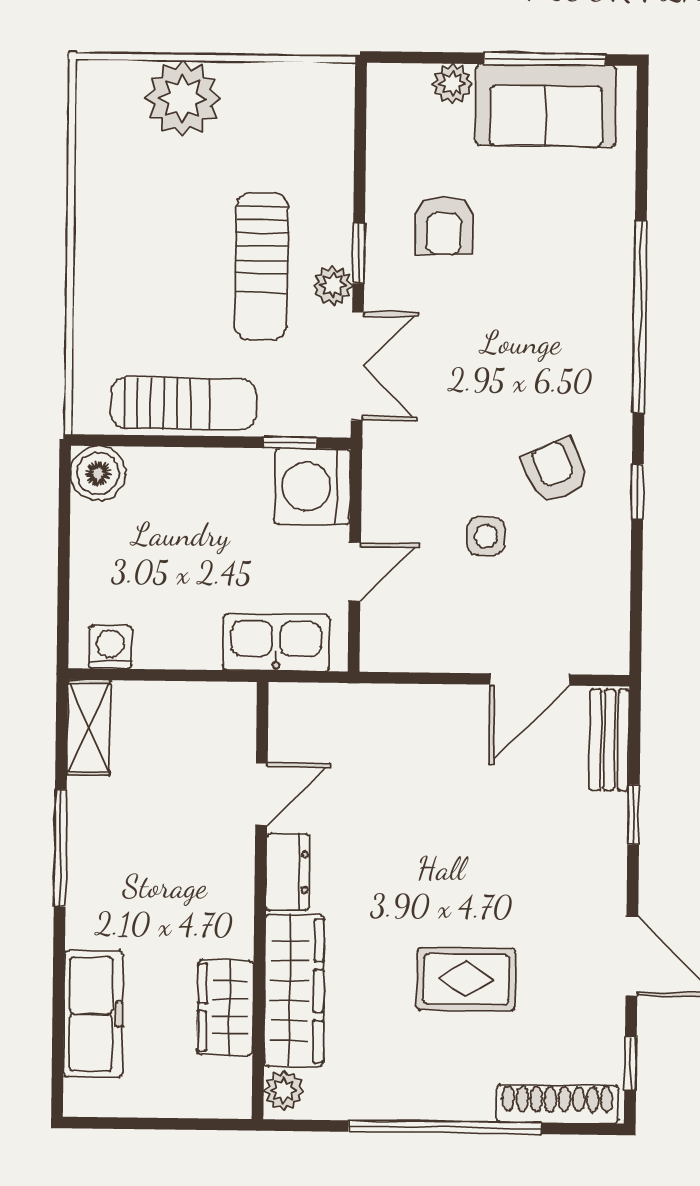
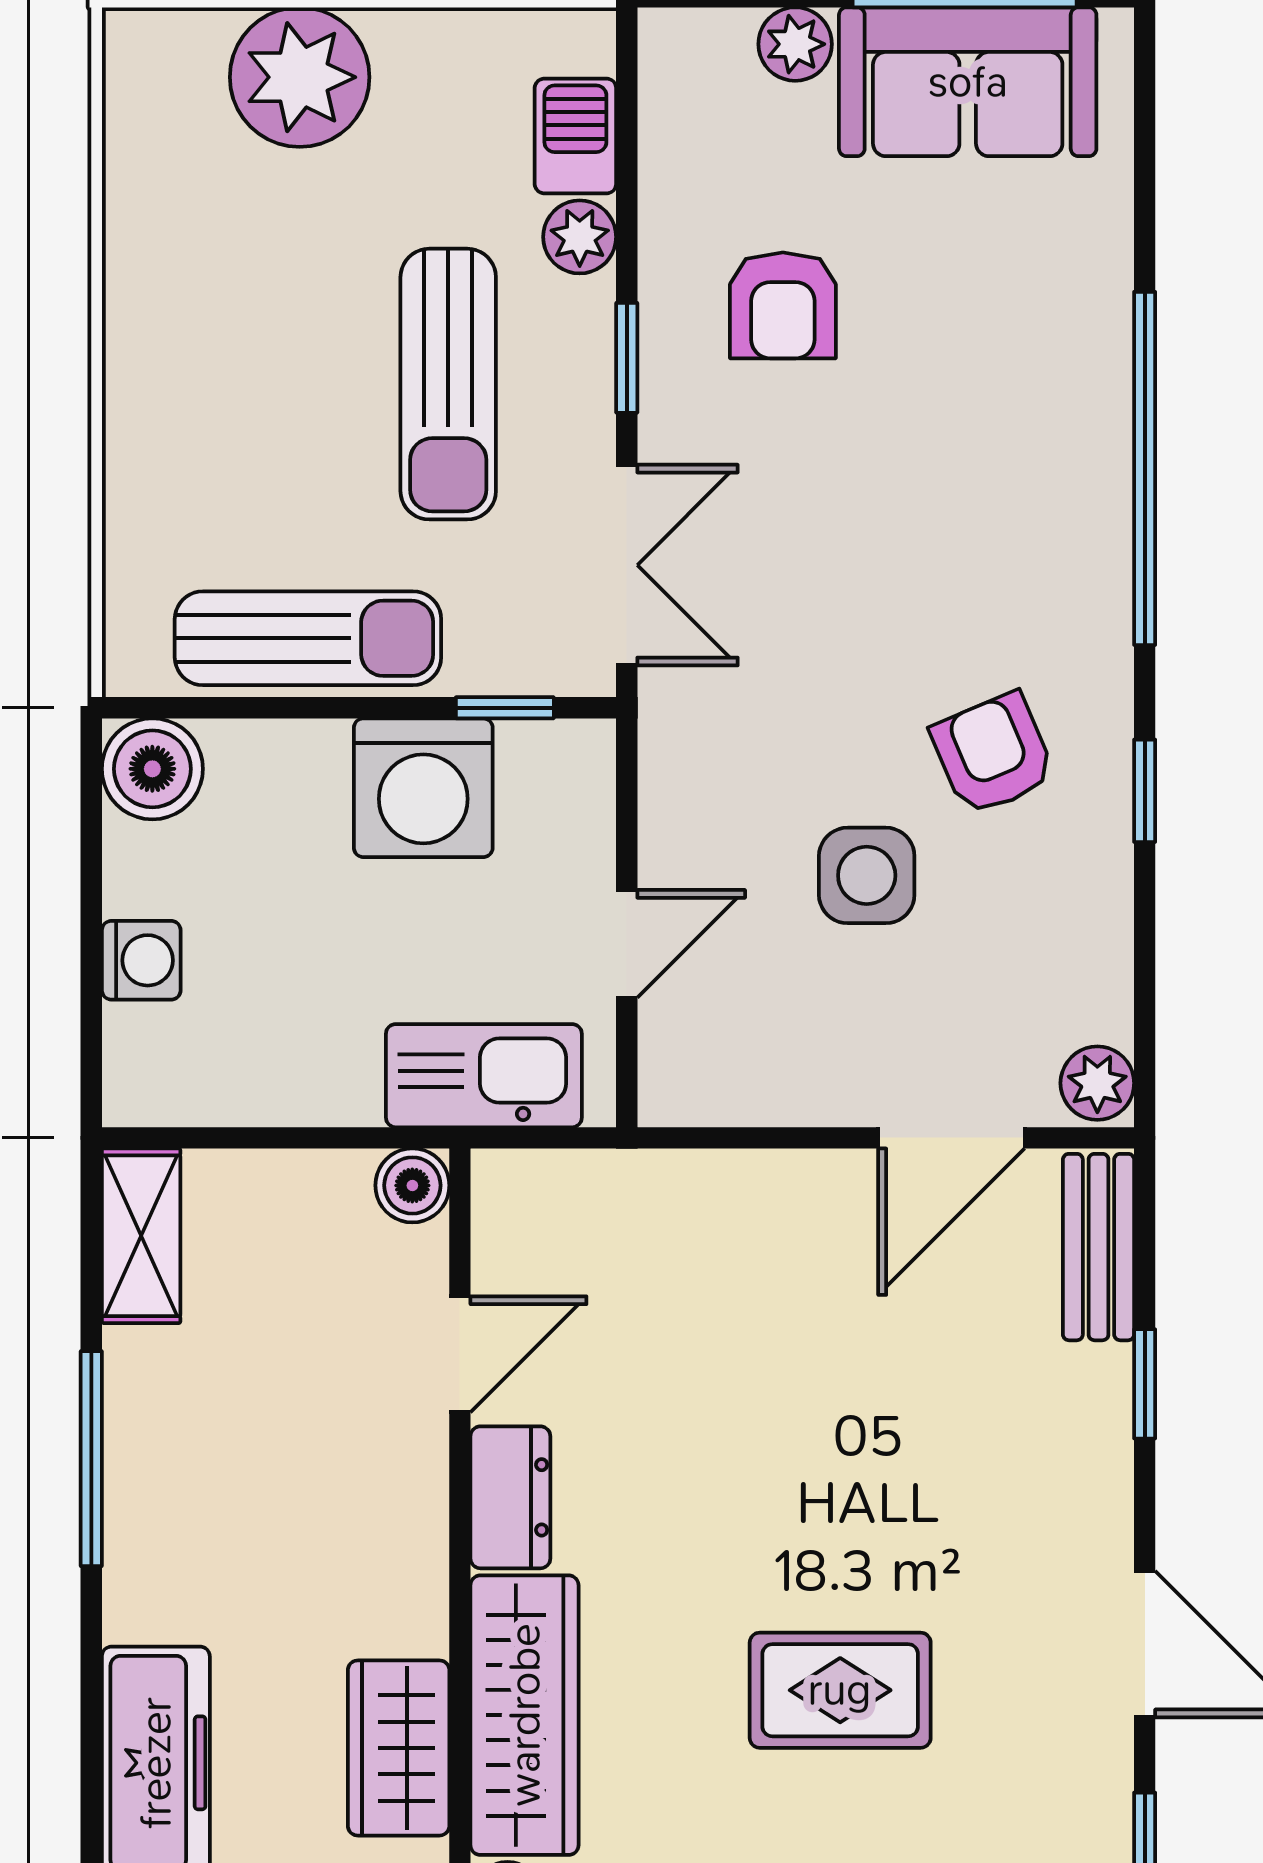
barbecue: (332, 132) -> (575, 136), added
plant: (333, 285) -> (580, 237), moved
washing machine: (312, 486) -> (423, 788), moved, turned -90
side table: (486, 536) -> (867, 875), width x1.37, depth x1.37
washing machine: (110, 647) -> (141, 960), moved, turned 90
plant: (610, 651) -> (1097, 1083), added
boiler: (237, 702) -> (412, 1185), added

